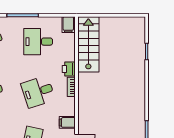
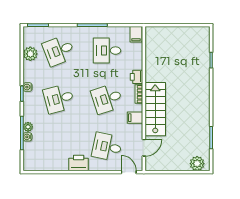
stairs: (88, 44) -> (155, 109), moved
filing cabinet: (67, 122) -> (135, 118), moved

